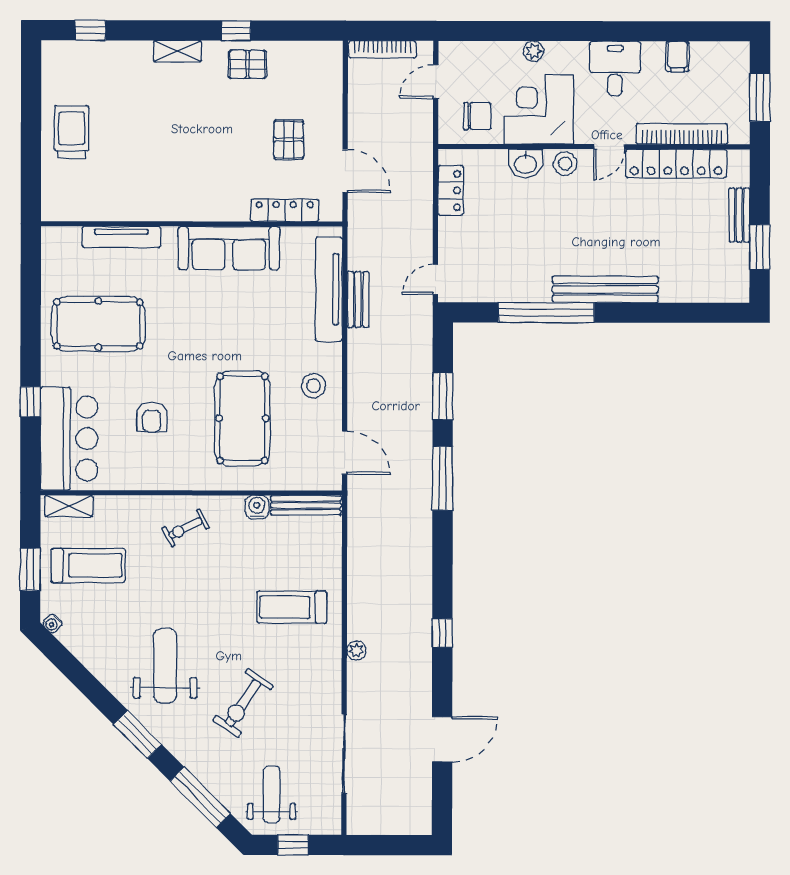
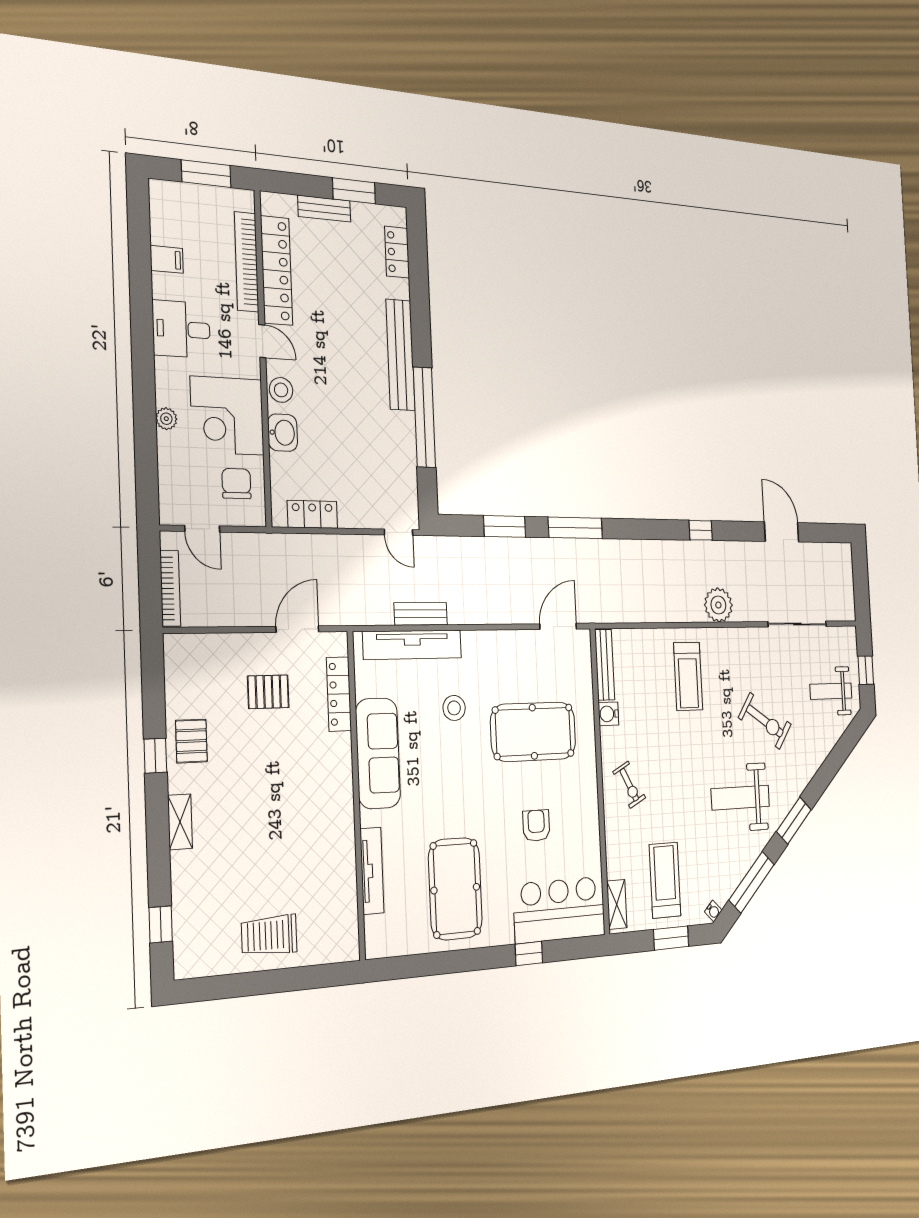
locker: (705, 290) -> (397, 252), added
stool: (314, 386) -> (454, 708), moved
armchair: (152, 417) -> (536, 826), turned -90
plant: (356, 651) -> (718, 605), width x1.88, depth x1.88
window: (200, 797) -> (752, 882), moved

